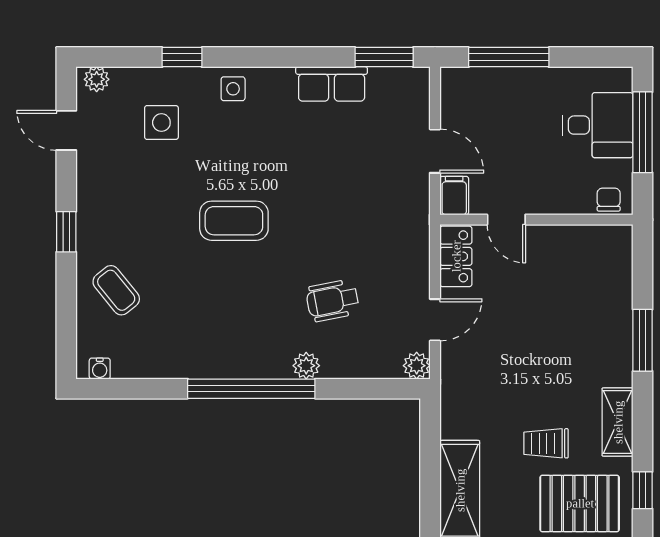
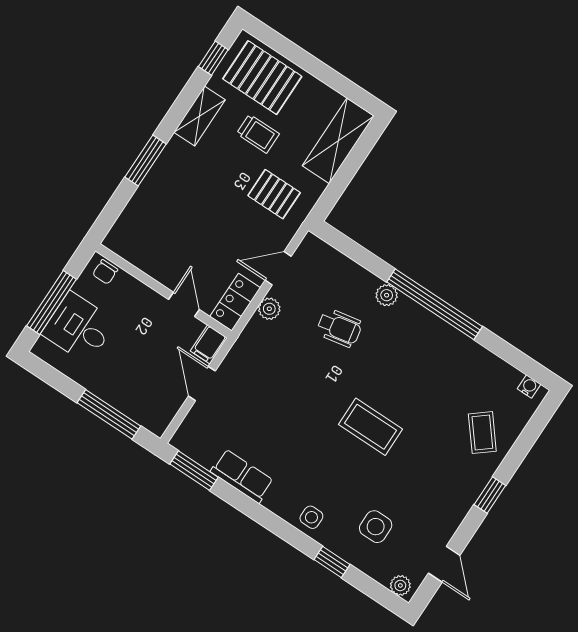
plant: (417, 366) -> (269, 309), moved
pallet: (489, 393) -> (274, 194), added

